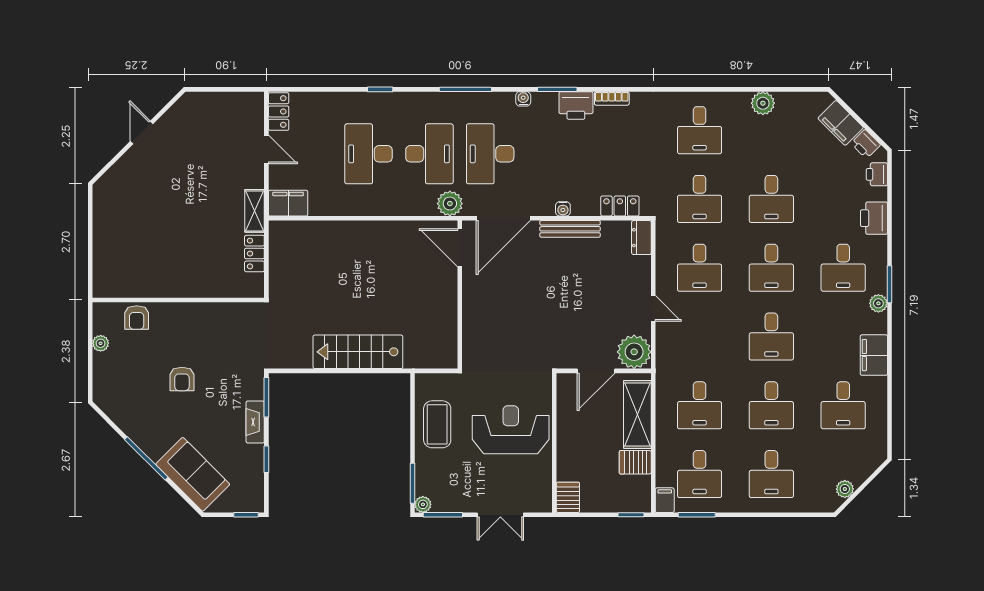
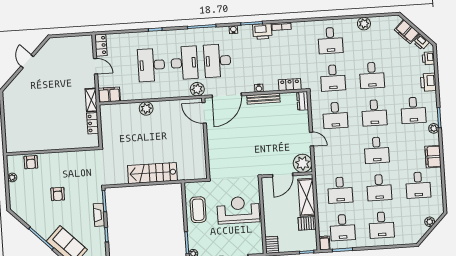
plant: (354, 233) -> (146, 108), added
plant: (845, 489) -> (430, 222), moved

